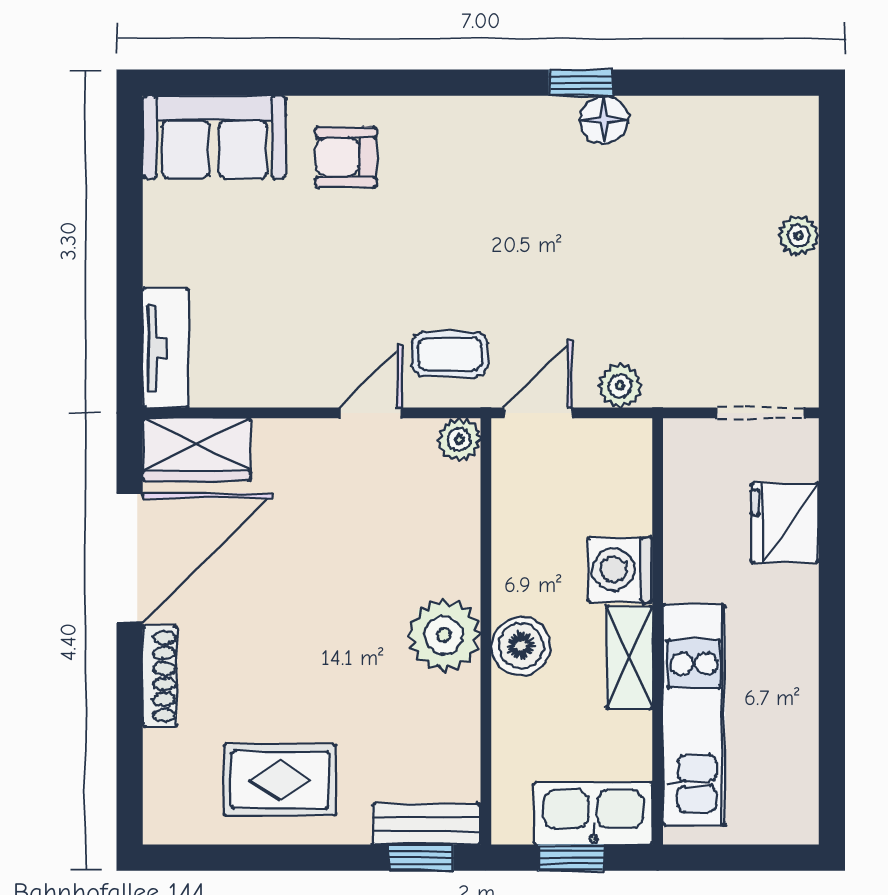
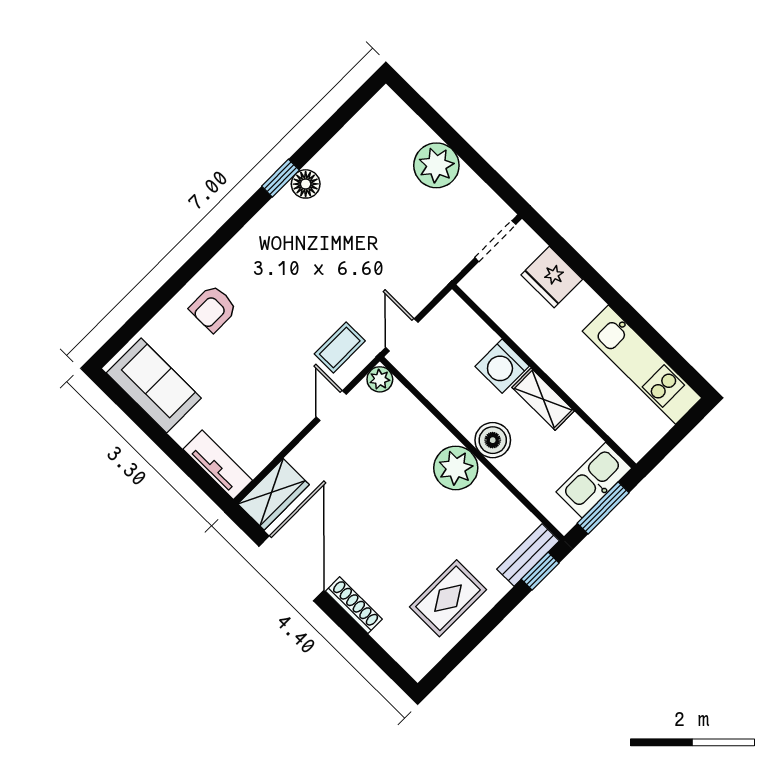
sofa: (214, 137) -> (154, 386), moved, turned -90
plant: (799, 236) -> (436, 165), width x1.87, depth x1.87
plant: (620, 386) -> (425, 289), removed
kitchen unit: (694, 715) -> (642, 365), moved, turned 180
window: (571, 858) -> (603, 508), width x1.50

